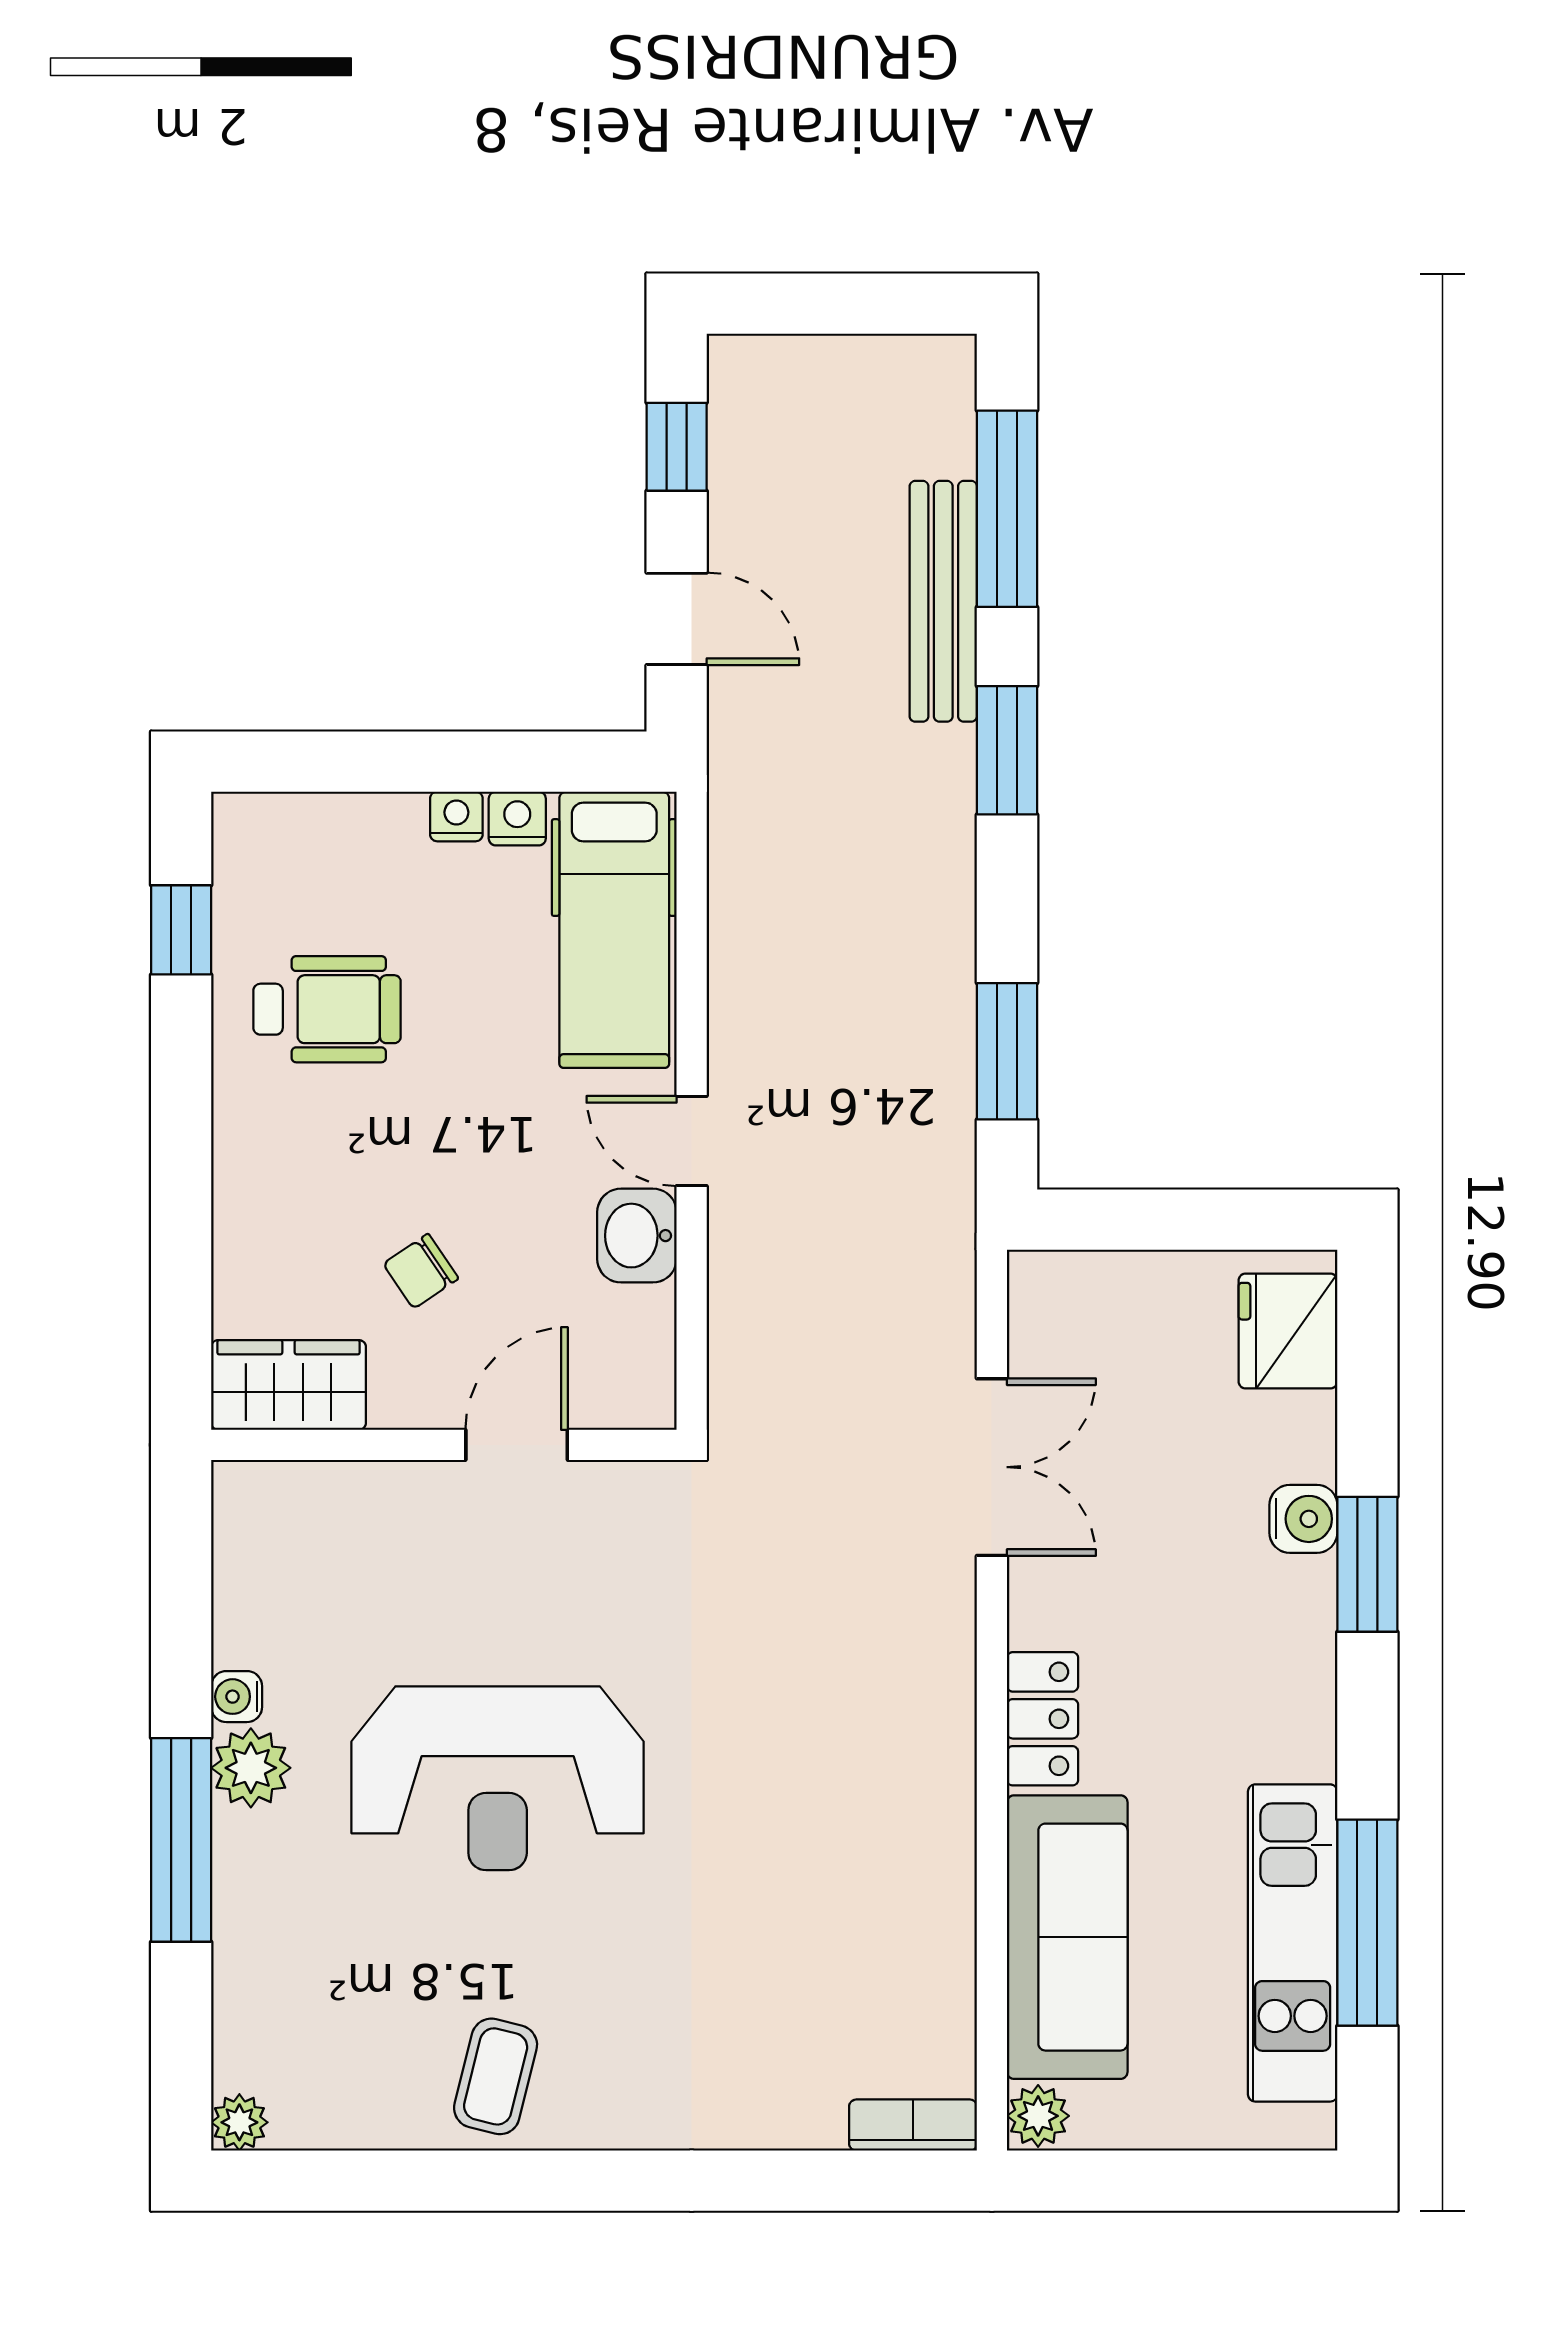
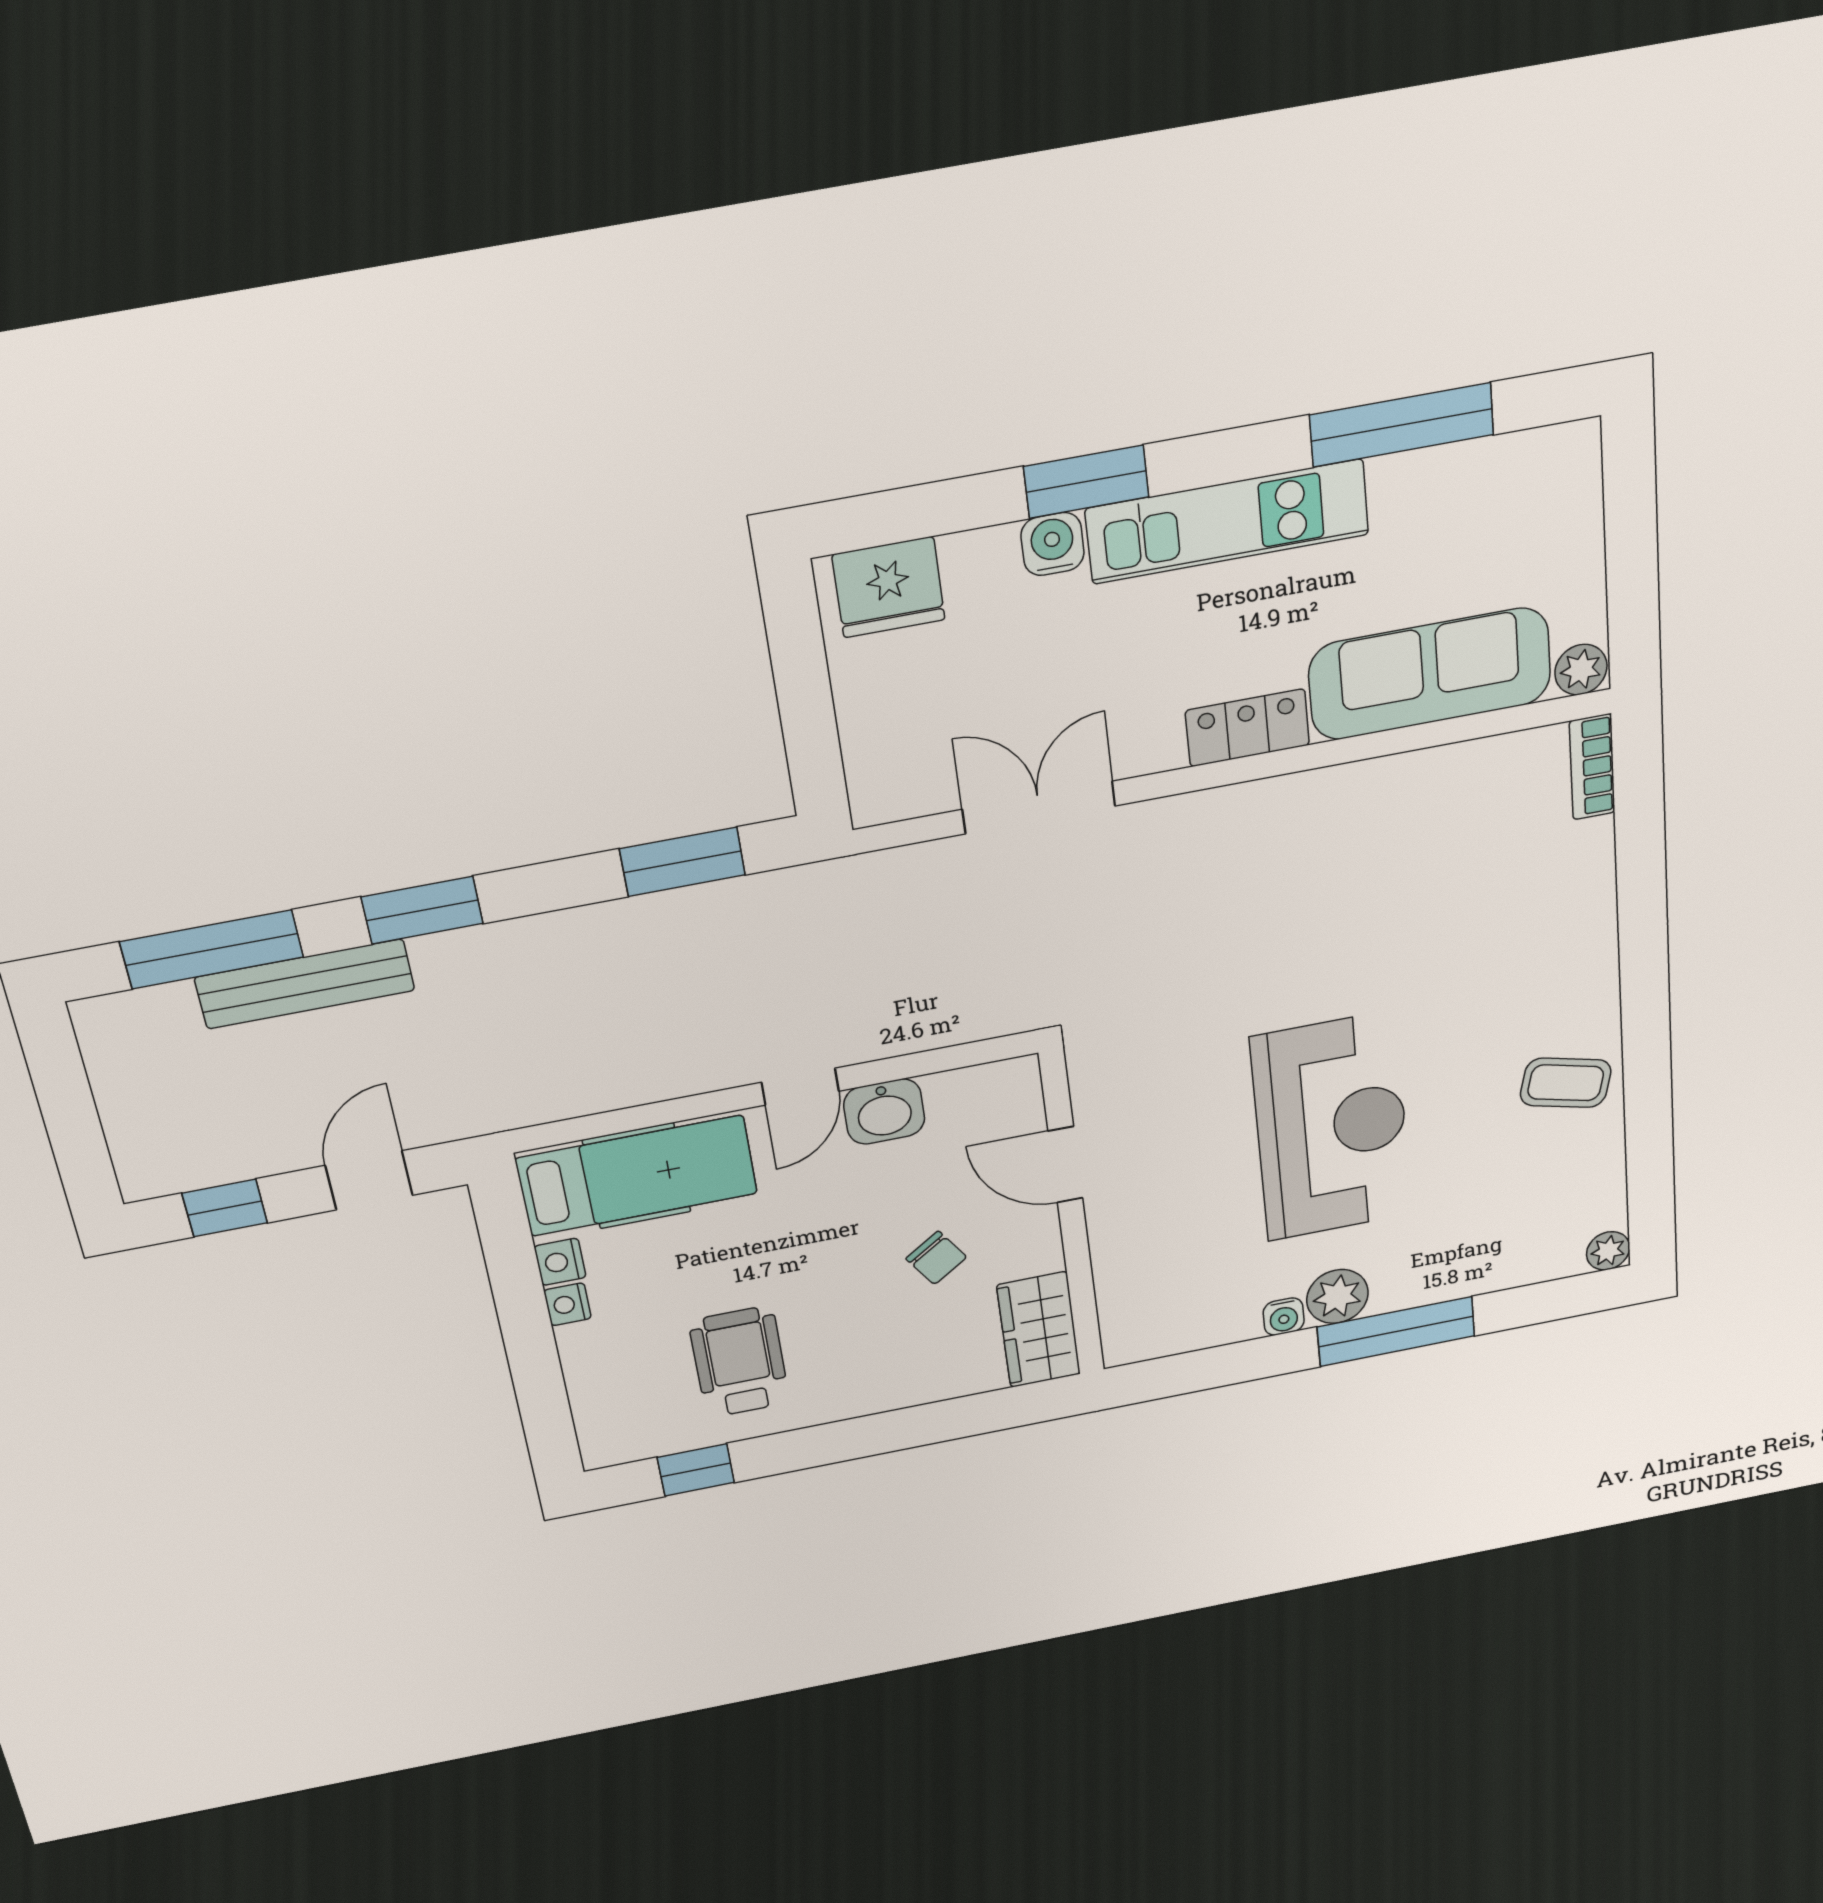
kitchen unit: (1293, 1943) -> (1227, 522), moved

